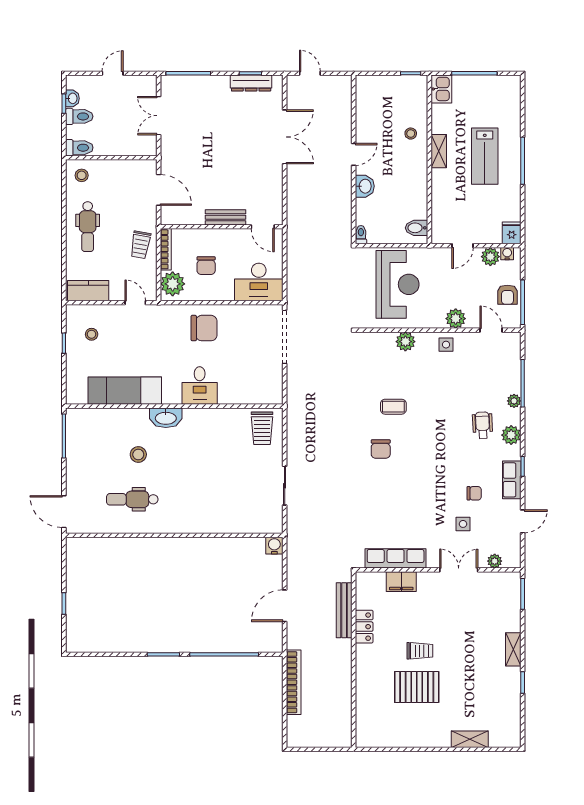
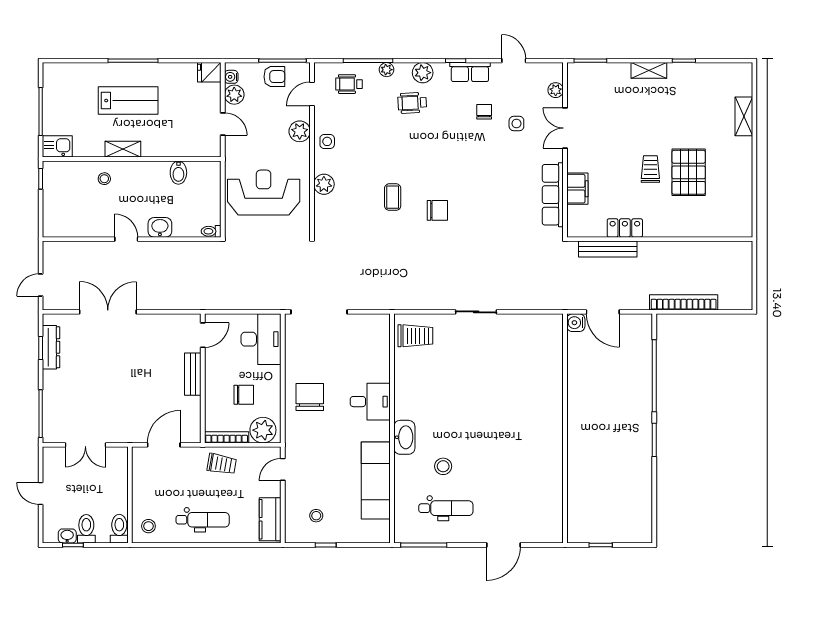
bidet: (417, 228) -> (178, 173), moved
wheelchair: (500, 365) -> (349, 84), added
dental chair: (132, 499) -> (446, 508), moved, turned -90
wall: (174, 535) -> (565, 428), moved
water cooler: (274, 546) -> (576, 323), moved

